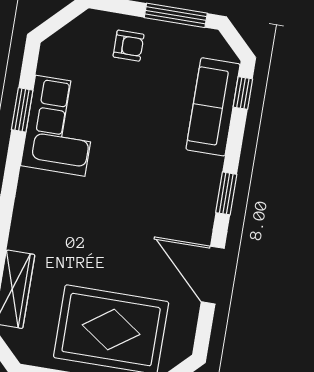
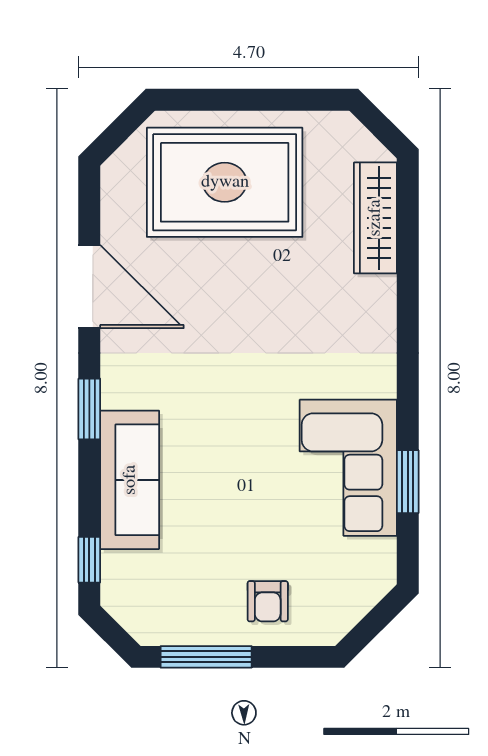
armchair: (129, 46) -> (268, 601), turned -90
sofa: (213, 107) -> (130, 480), moved

